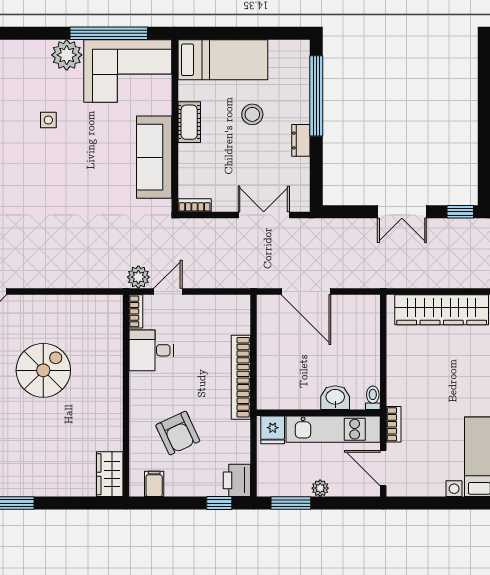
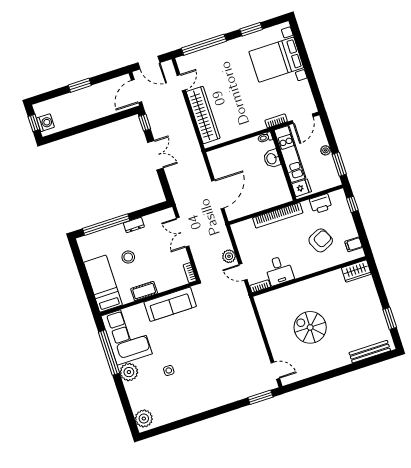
plant: (138, 277) -> (229, 256), moved
printer: (237, 480) -> (321, 204), moved

